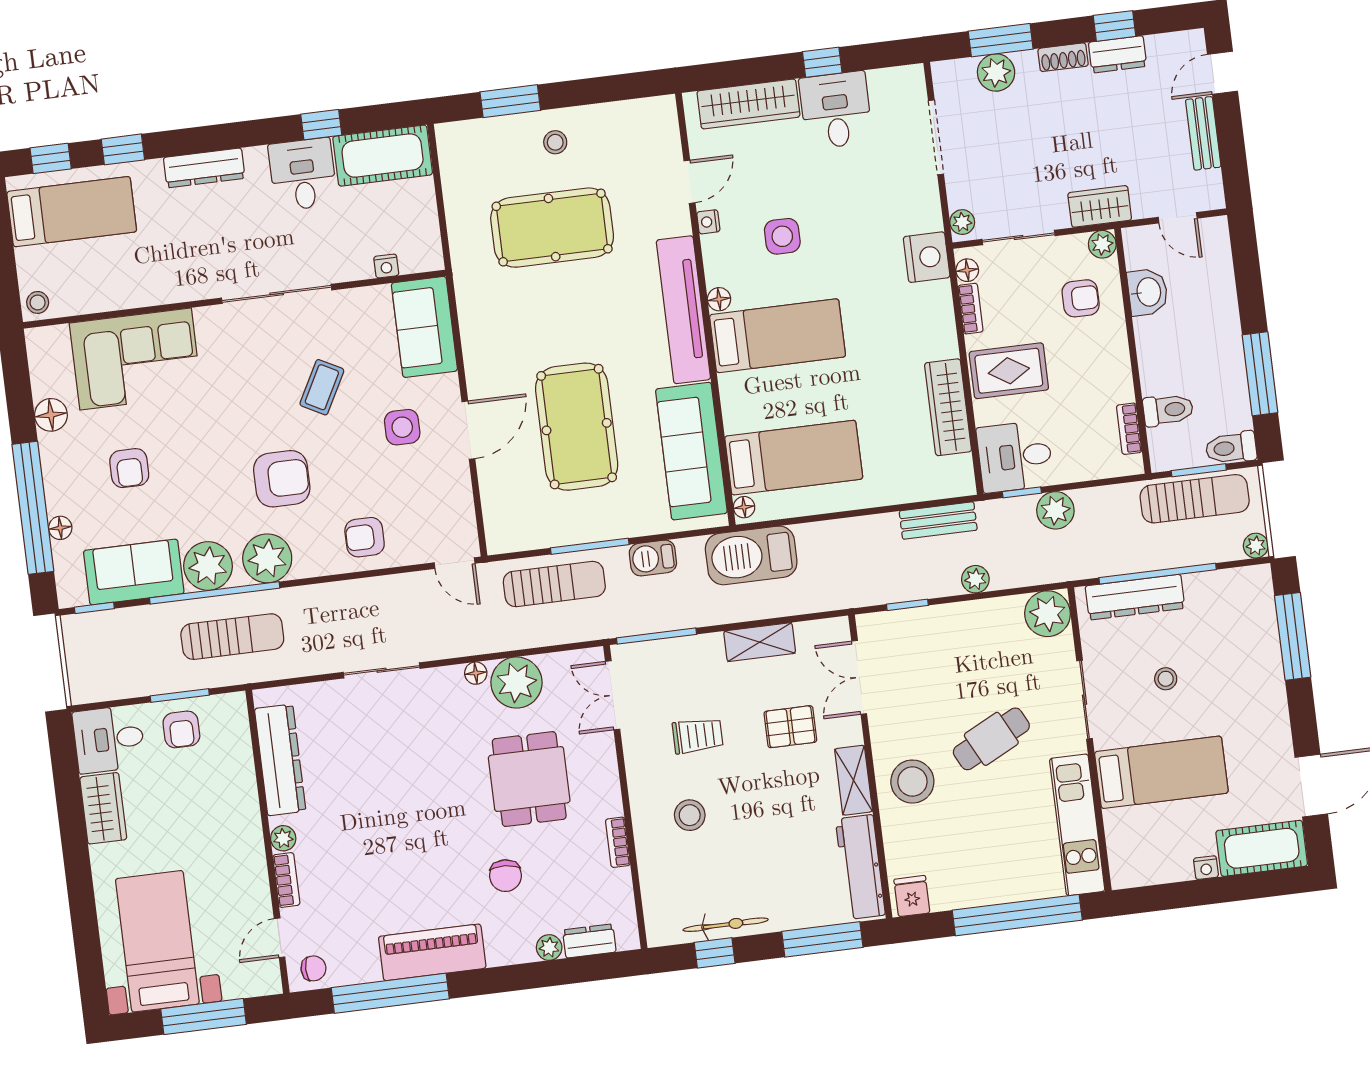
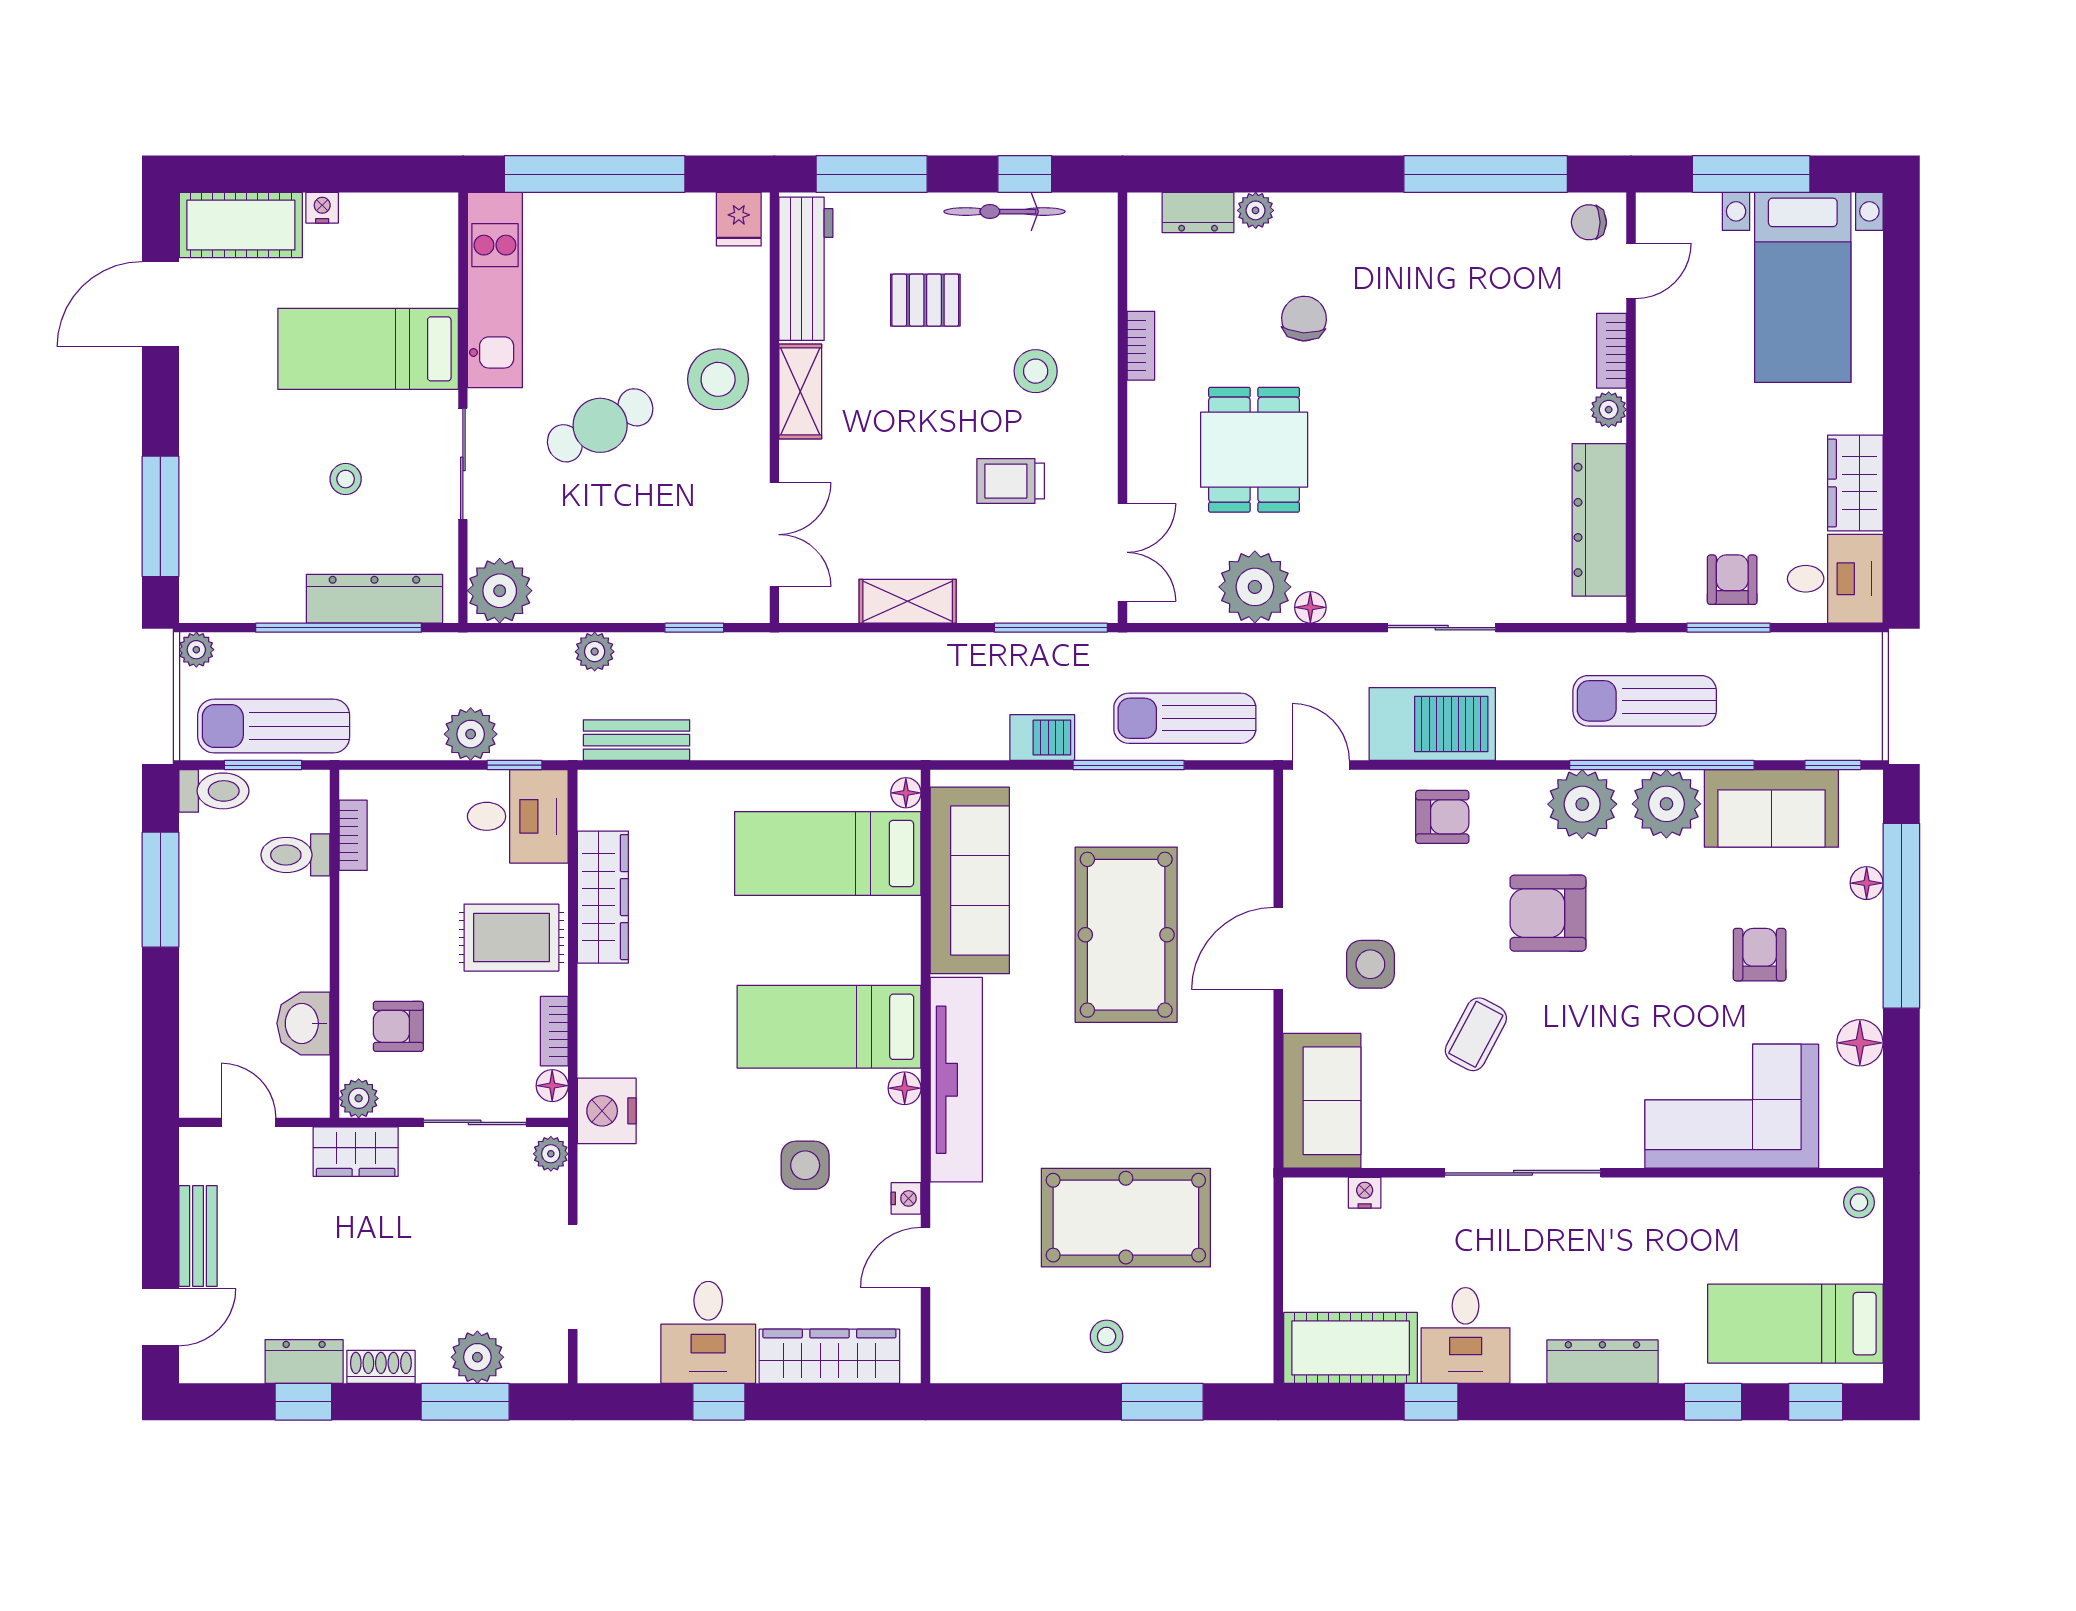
barbecue: (751, 555) -> (1432, 724), moved
pallet: (790, 727) -> (925, 300), moved
piano: (432, 952) -> (1420, 224), removed

